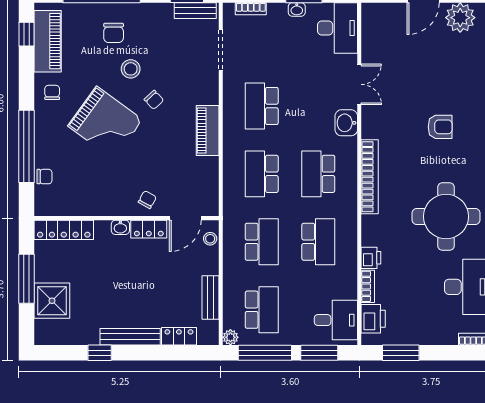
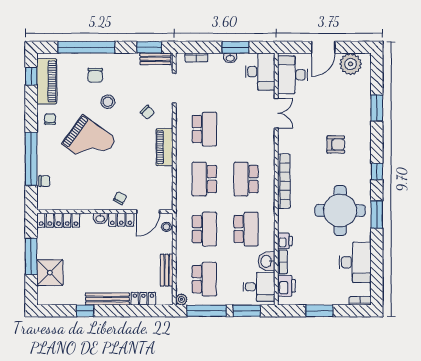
desk: (381, 32) -> (293, 75), added
chair: (154, 100) -> (147, 112), moved
school desk: (262, 106) -> (204, 129), turned 180
washbasin: (346, 123) -> (267, 261), moved
window: (401, 353) -> (319, 311), moved

